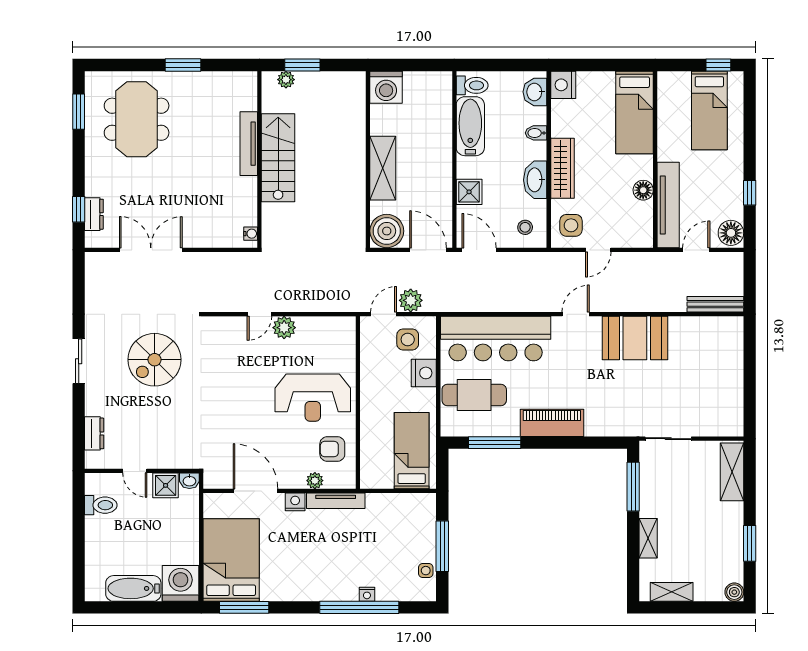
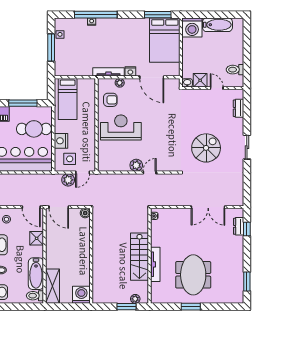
meeting table: (137, 119) -> (193, 275), moved
shelving: (383, 168) -> (53, 286), moved
boiler: (387, 231) -> (85, 213), width x0.54, depth x0.54

